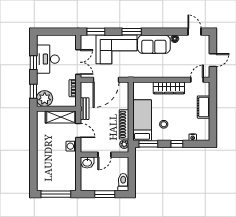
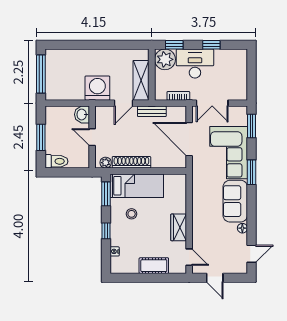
desk: (48, 59) -> (195, 64), moved
wardrobe: (169, 88) -> (179, 227), width x0.67
washing machine: (71, 146) -> (97, 88), width x1.89, depth x1.89

